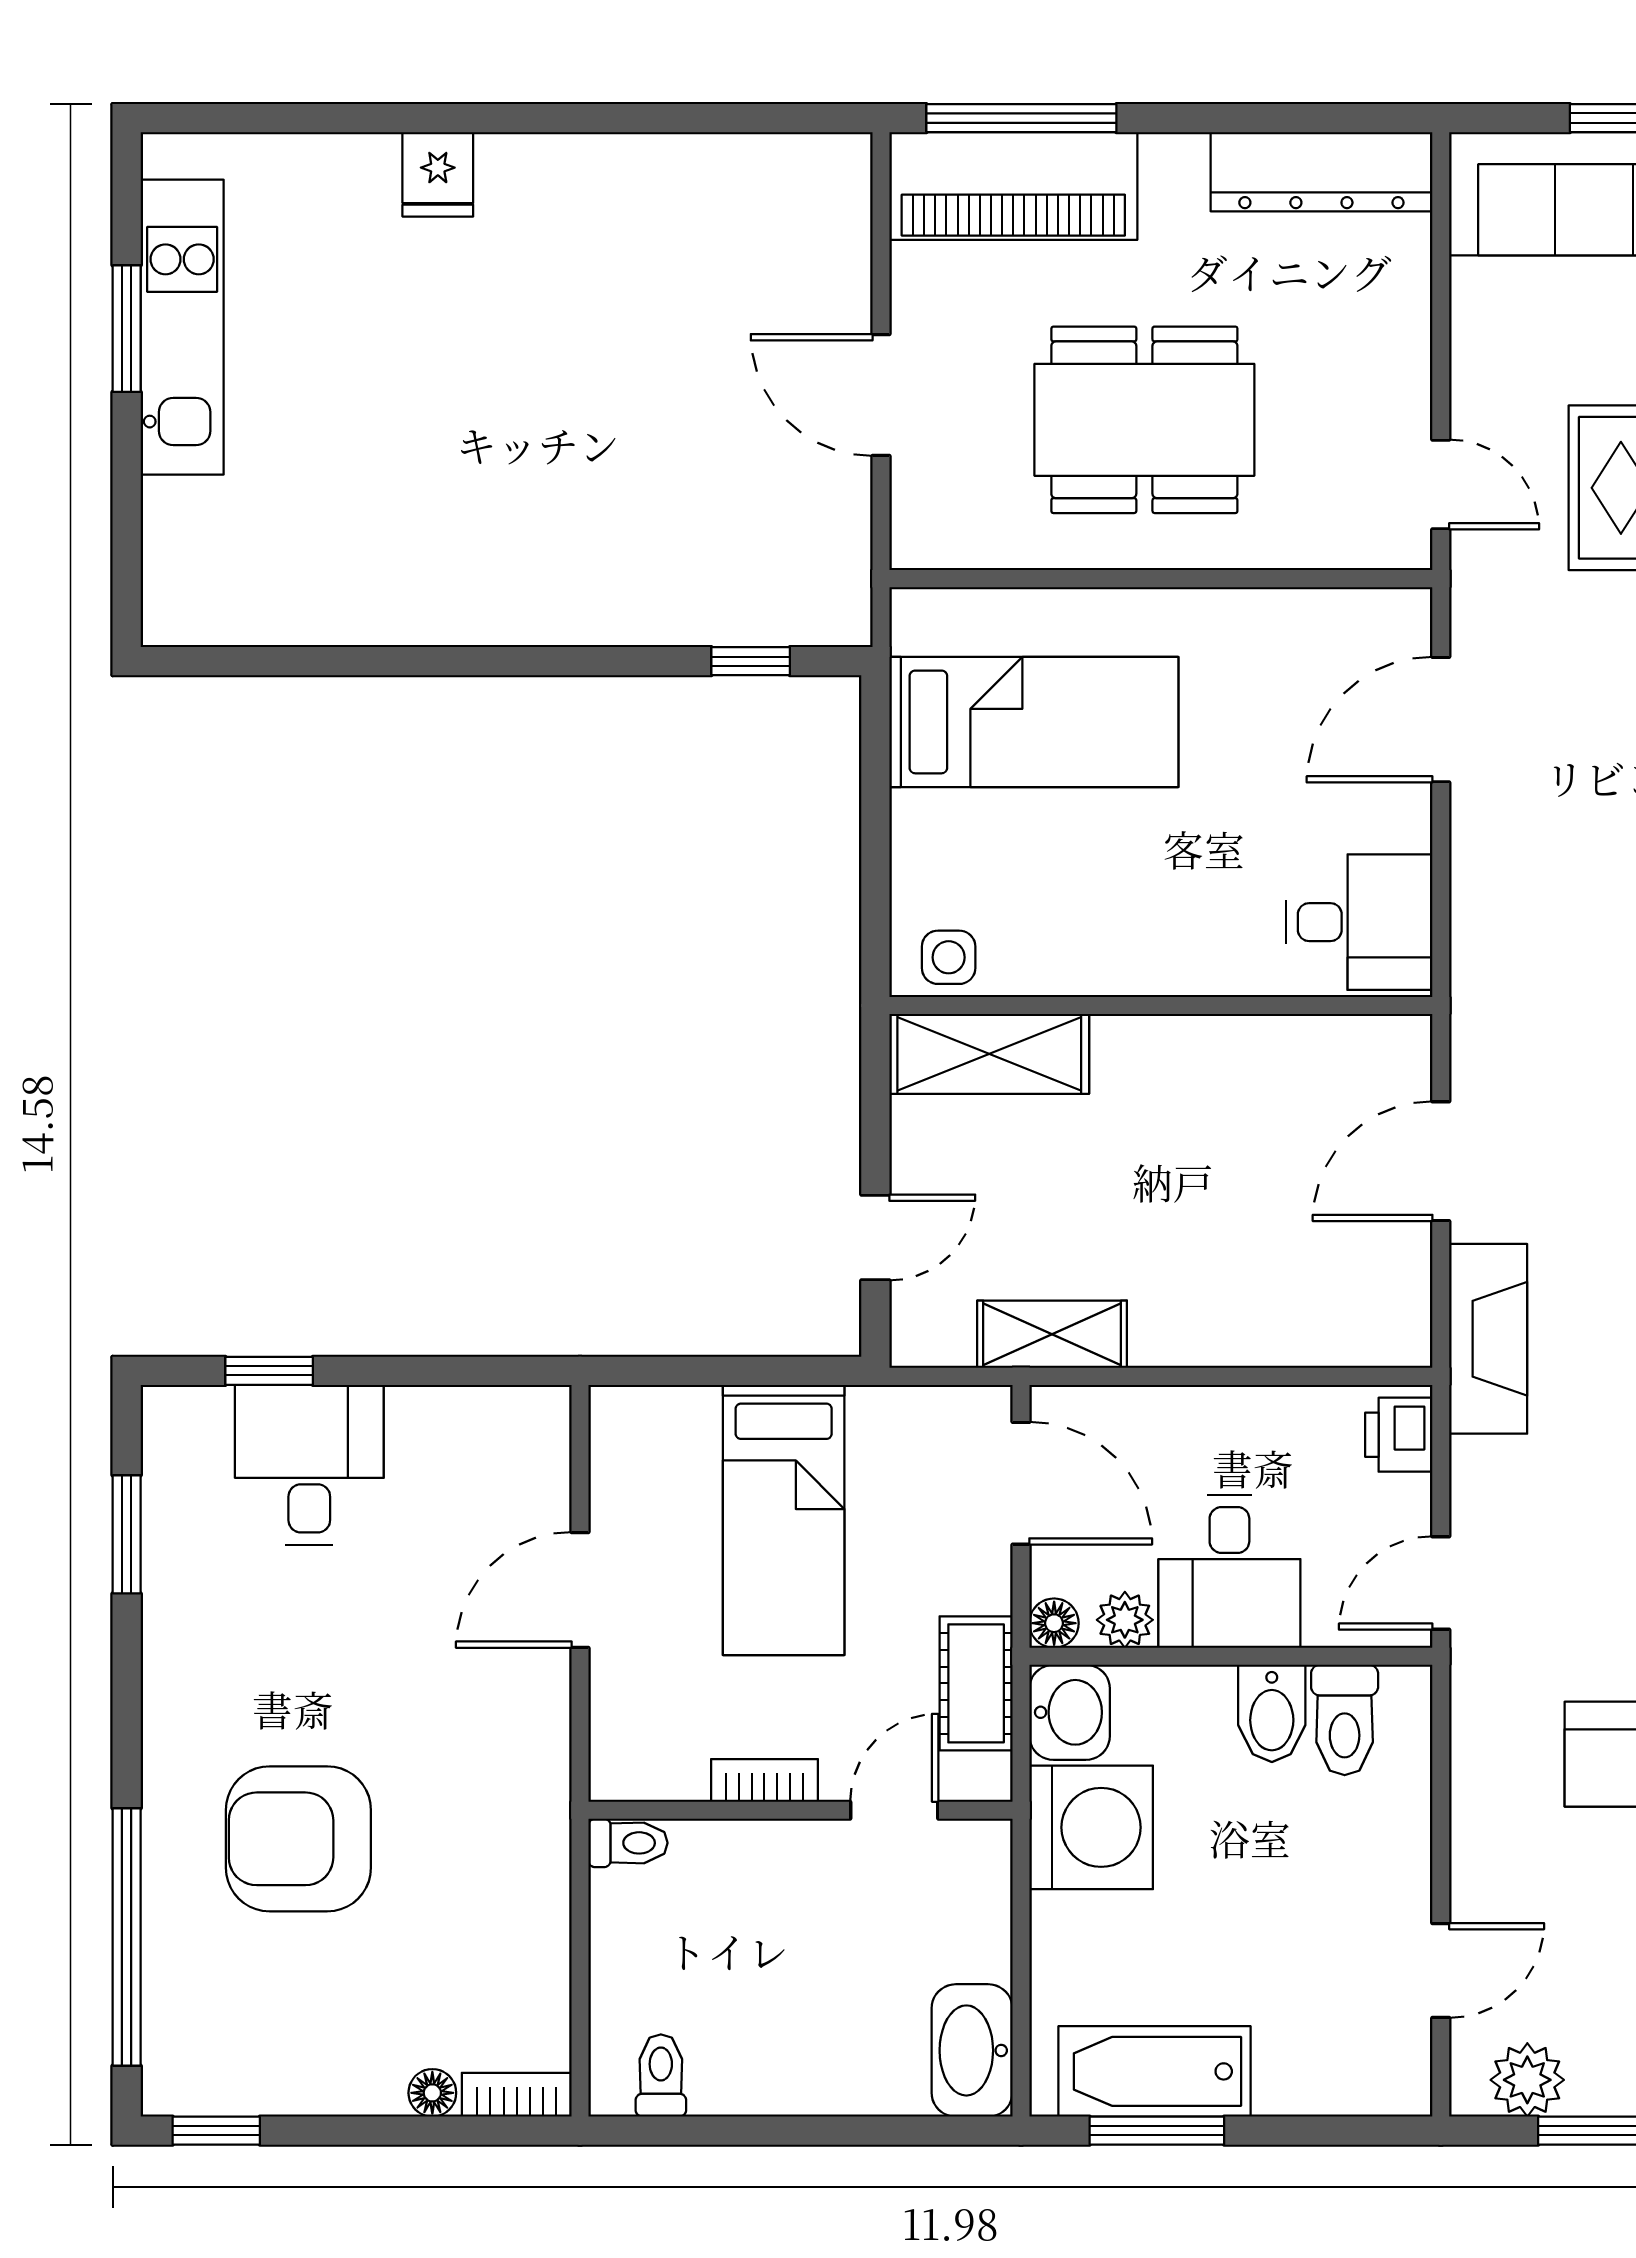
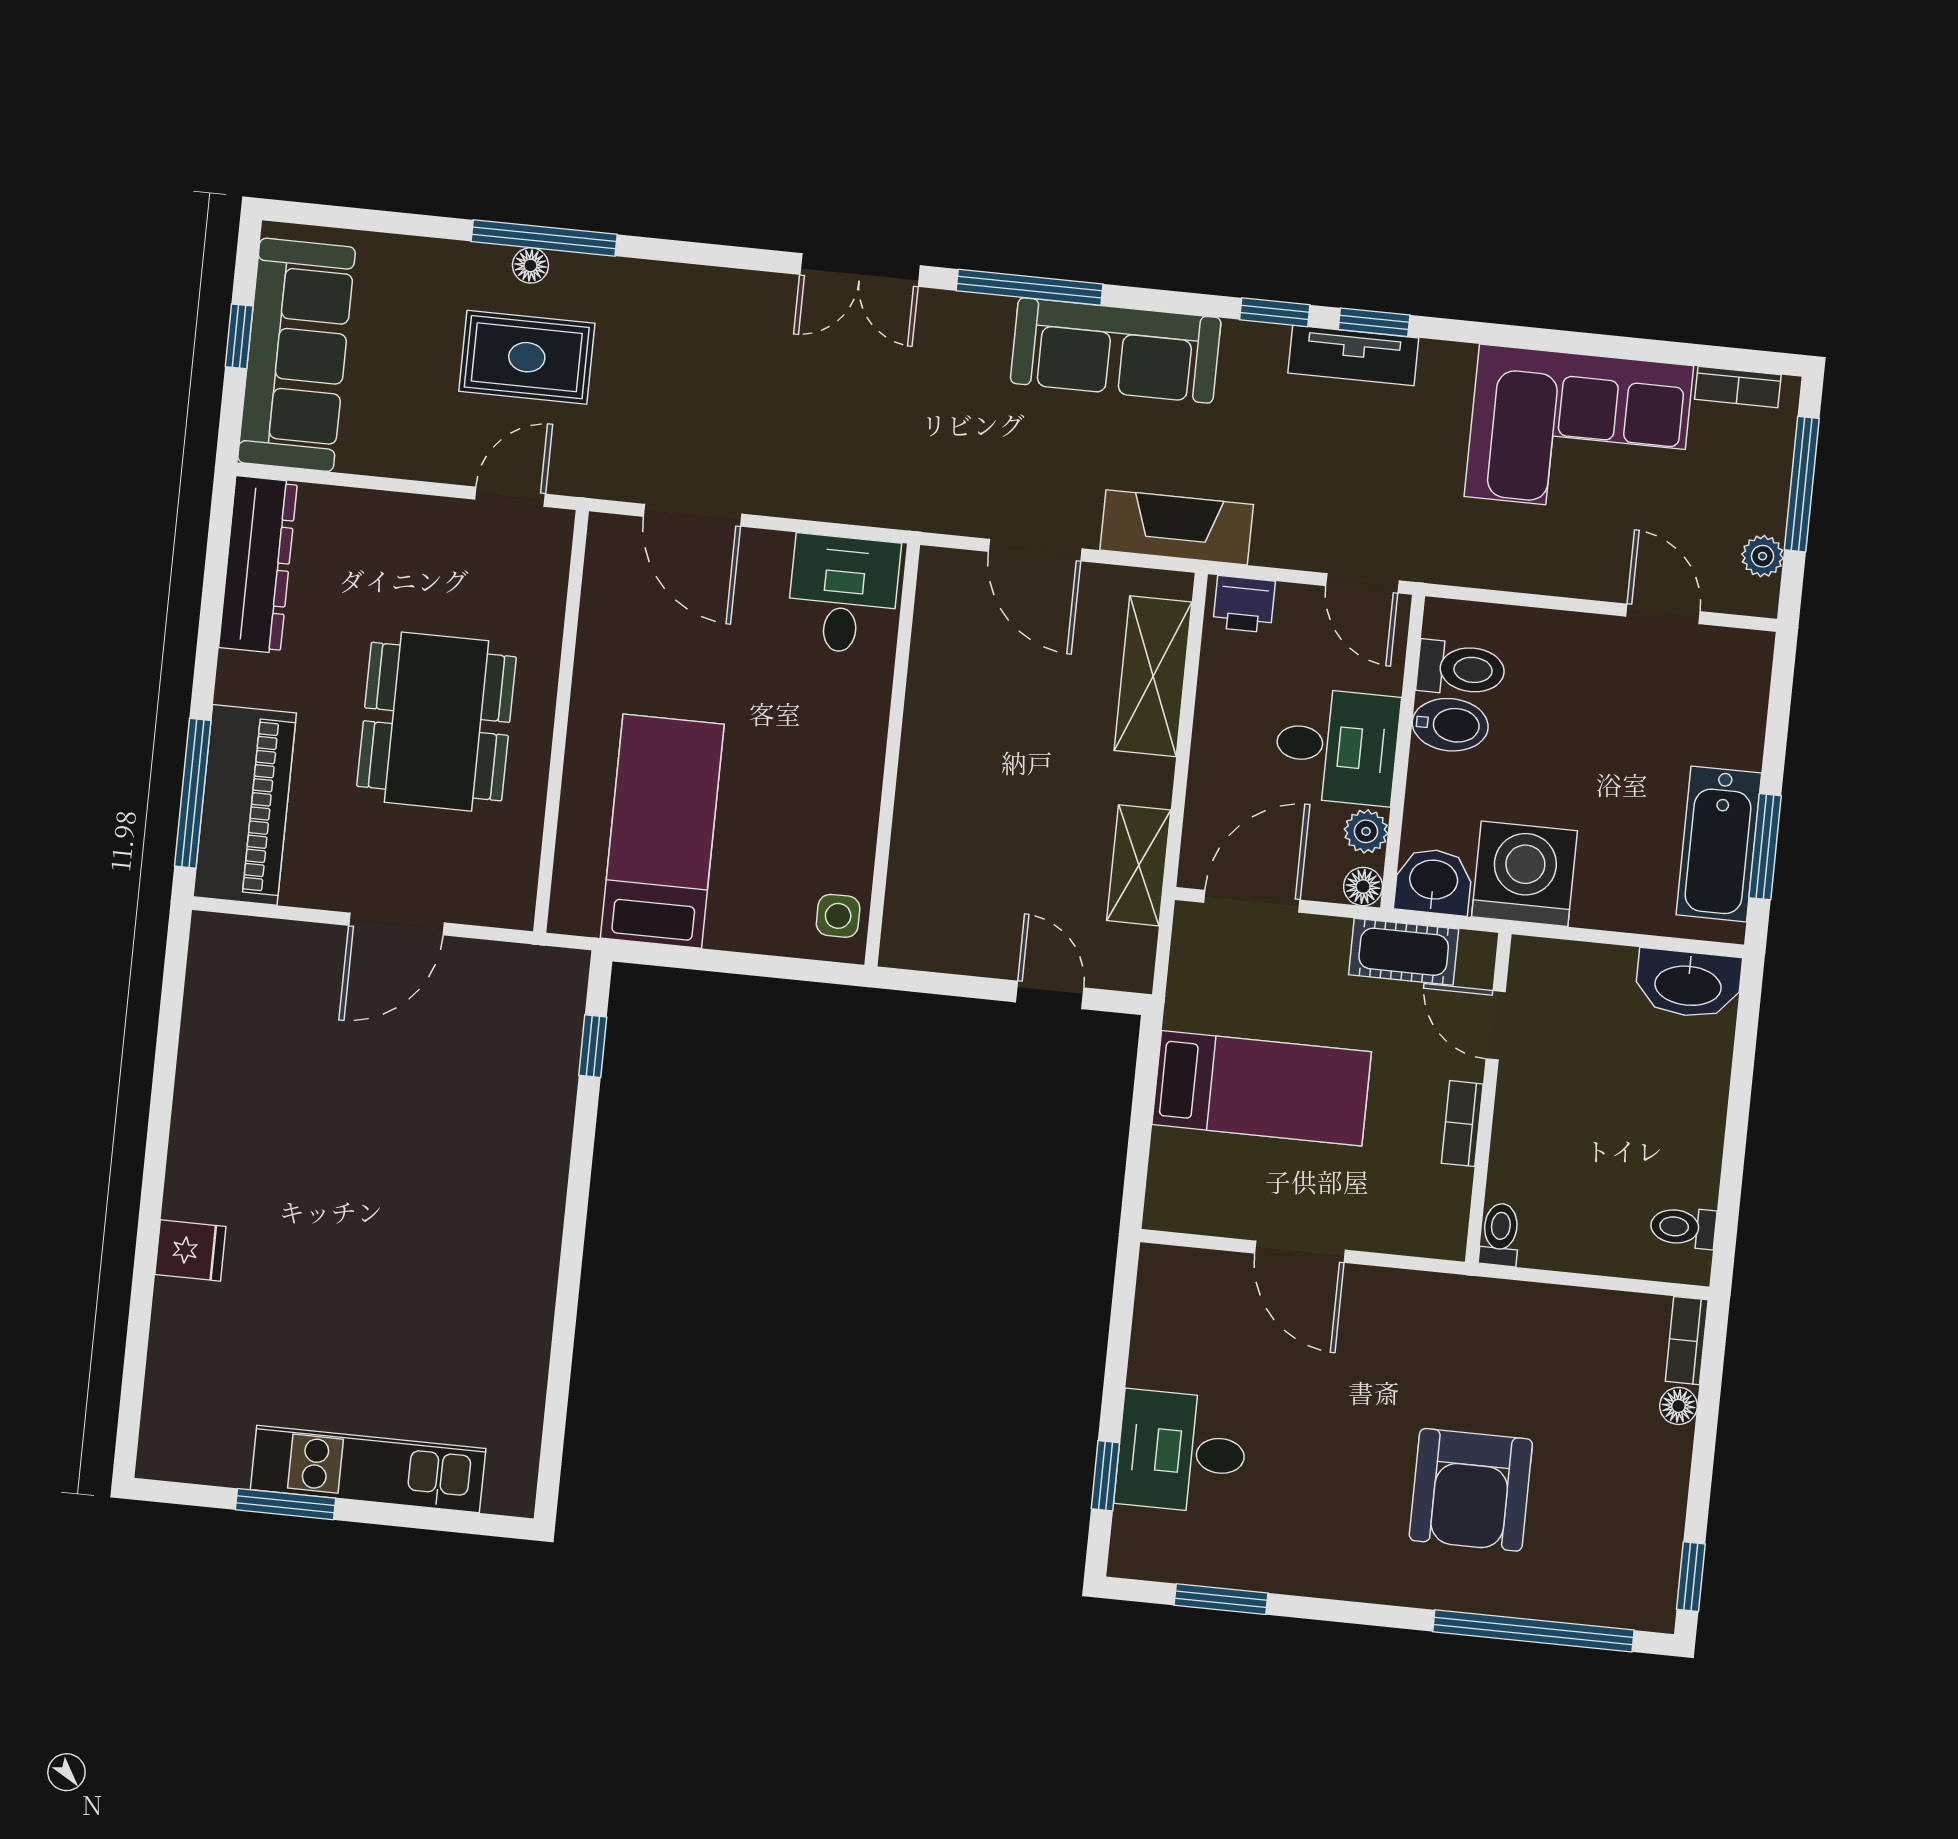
kitchen unit: (182, 327) -> (368, 1469), moved
shelving: (989, 1054) -> (1153, 676), moved
plant: (1527, 2080) -> (1763, 556), width x0.73, depth x0.73

